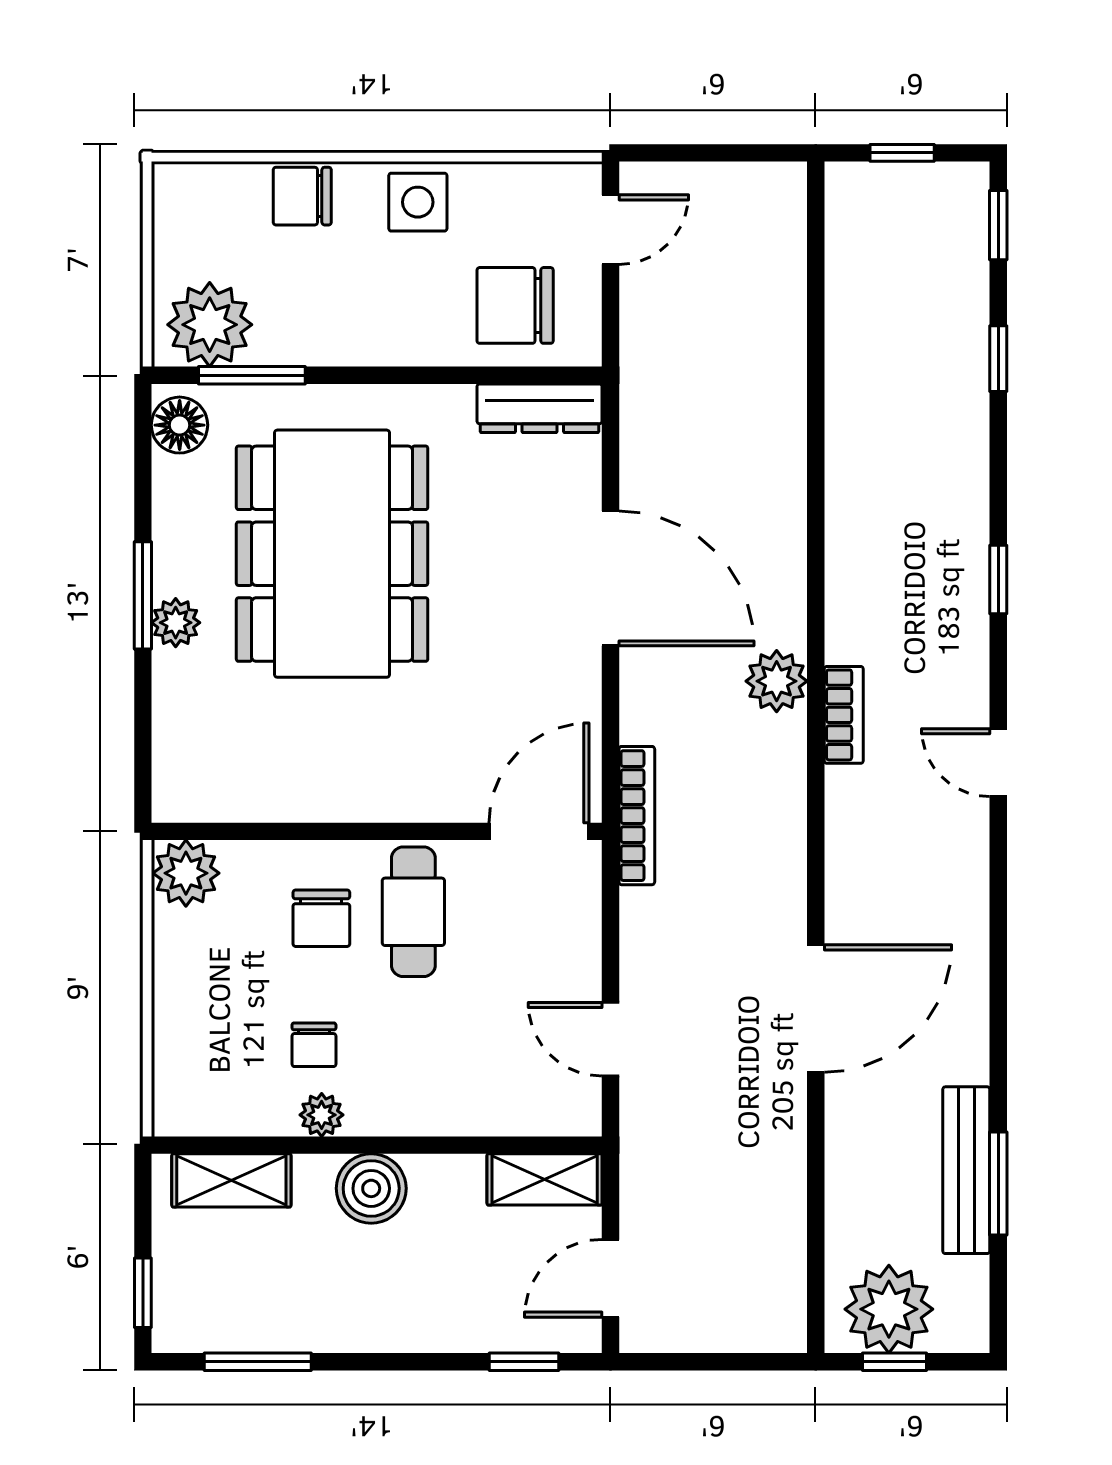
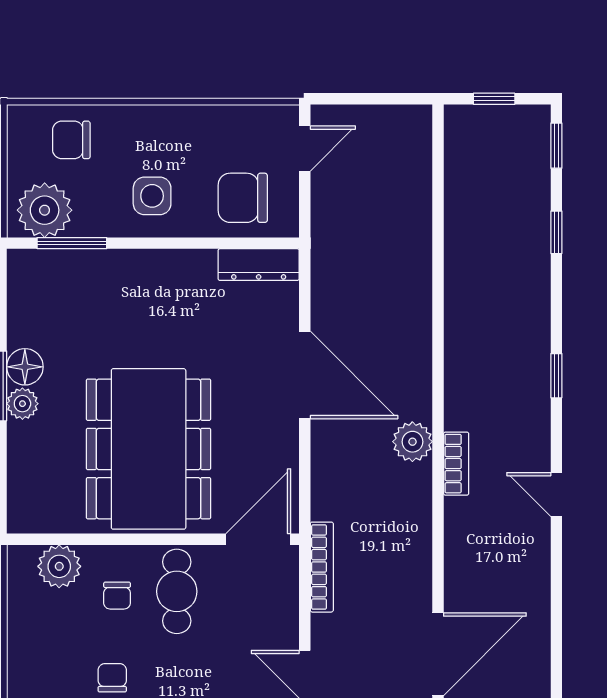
chair: (302, 196) -> (71, 140), moved
side table: (418, 202) -> (152, 196), moved
floor lamp: (180, 425) -> (25, 367), moved
dining table: (332, 554) -> (149, 449), moved
bookcase: (637, 816) -> (322, 567), moved
plant: (186, 873) -> (59, 566), moved
chair: (321, 918) -> (117, 596), width x0.73, depth x0.73
chair: (314, 1045) -> (112, 678), turned 180

